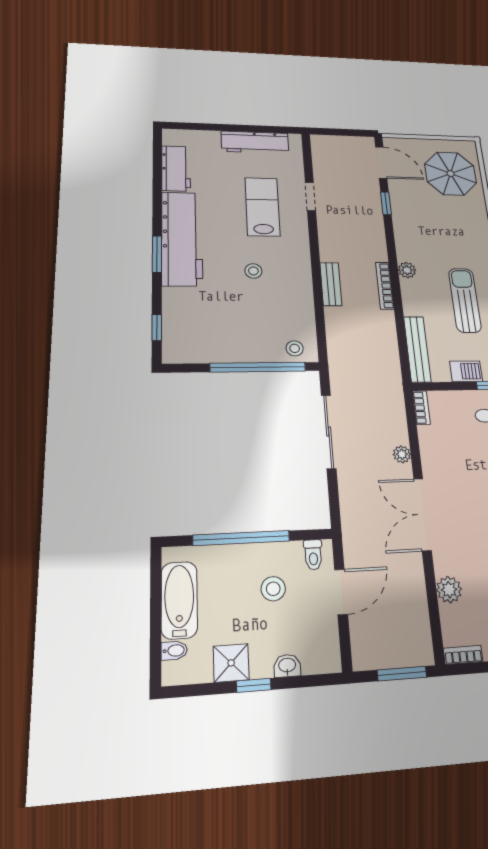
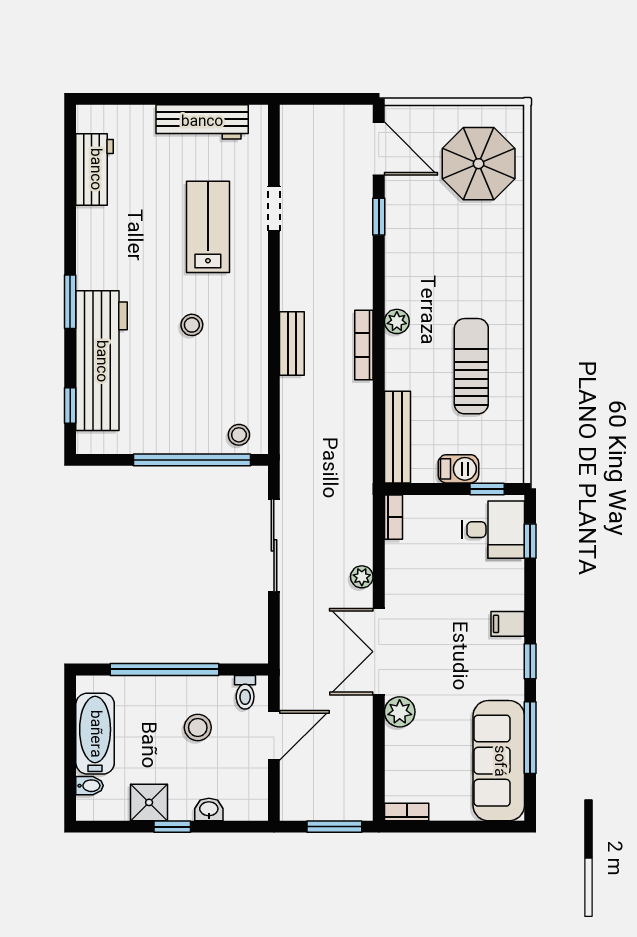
workbench: (182, 238) -> (101, 361), moved
plant: (449, 590) -> (400, 712), moved

